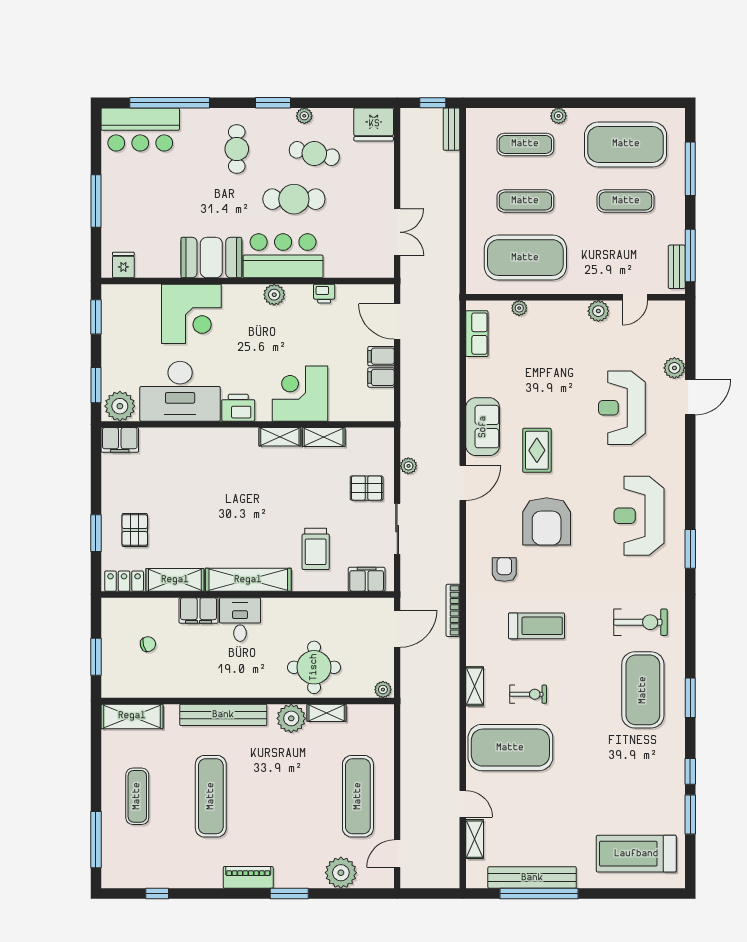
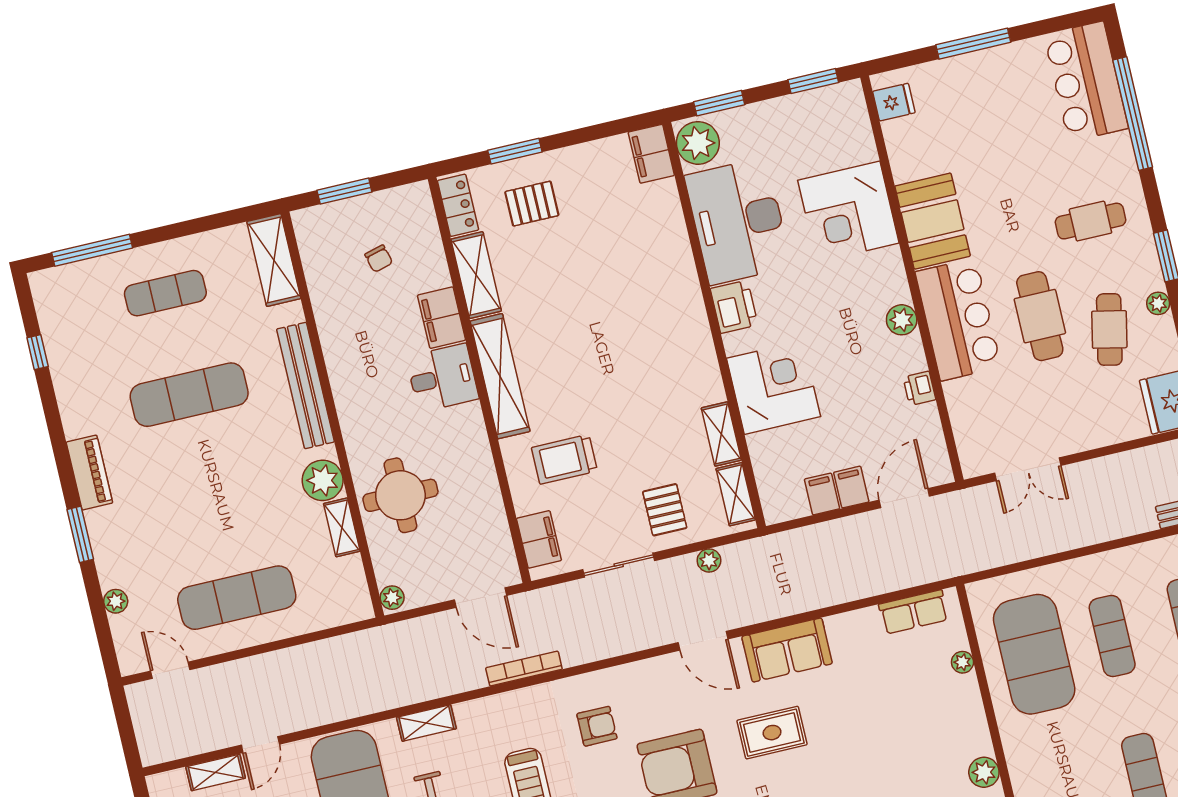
shelving: (280, 437) -> (736, 494), moved
plant: (341, 873) -> (116, 601), width x0.53, depth x0.53

